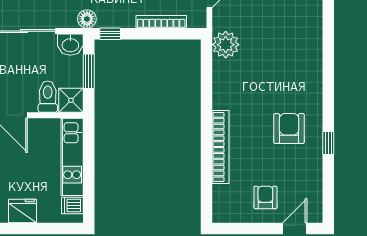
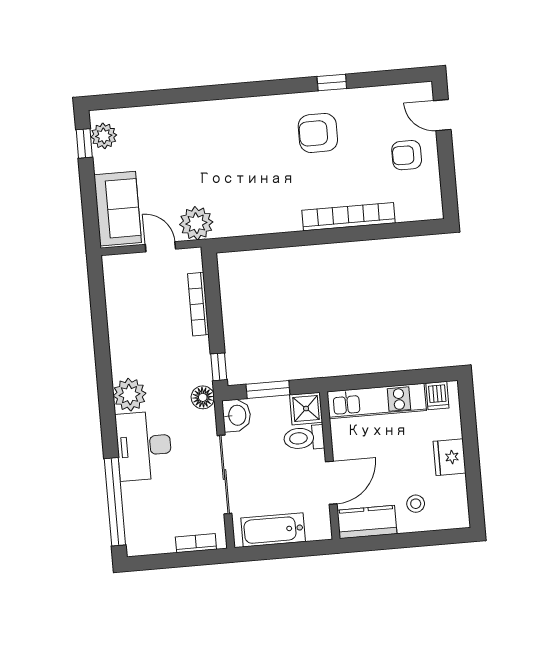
plant: (226, 45) -> (196, 223), moved

